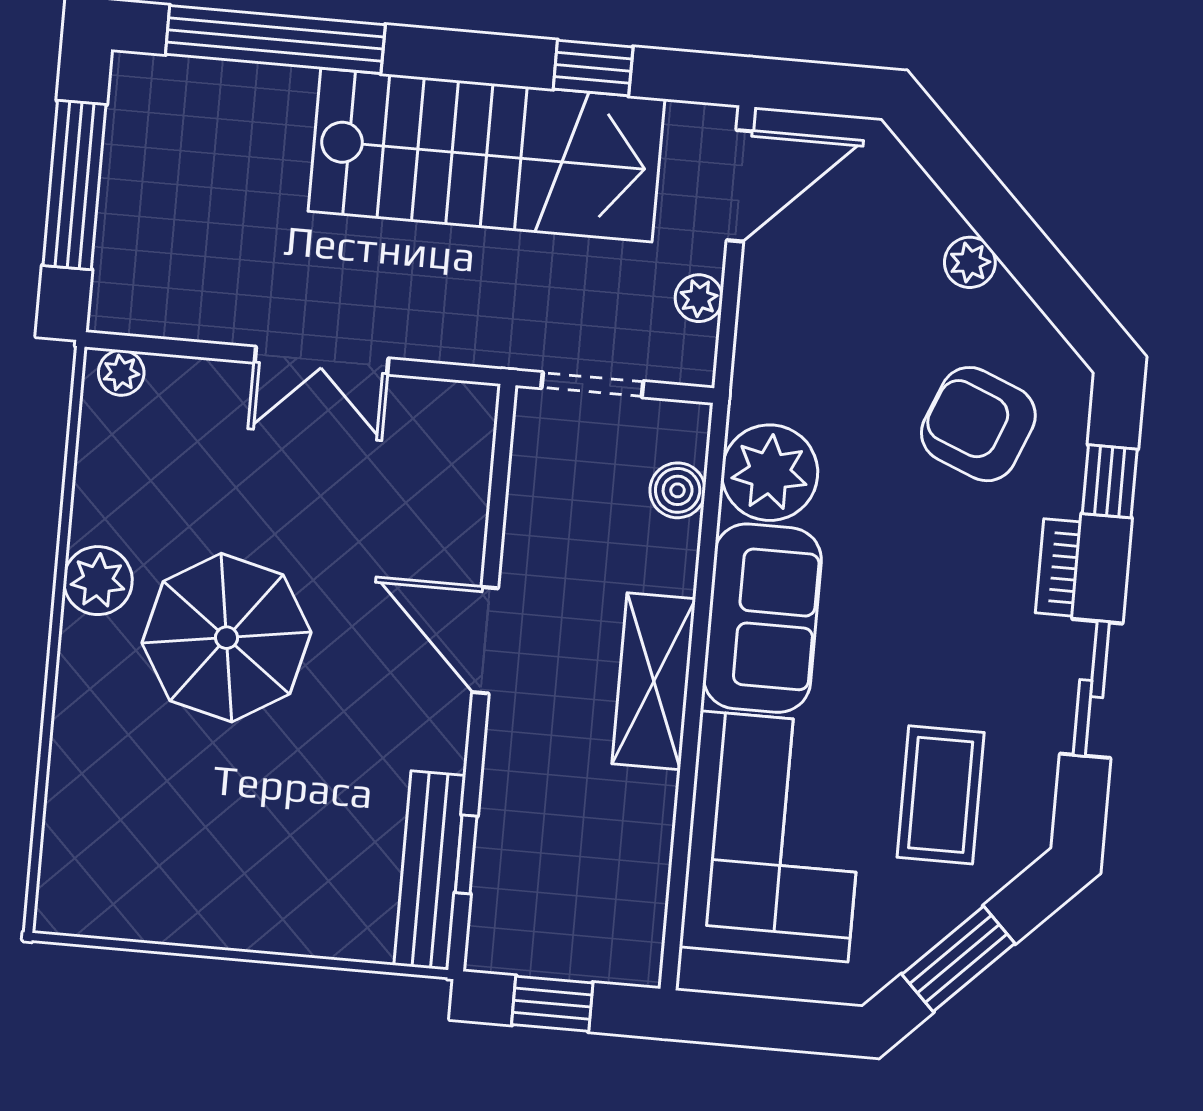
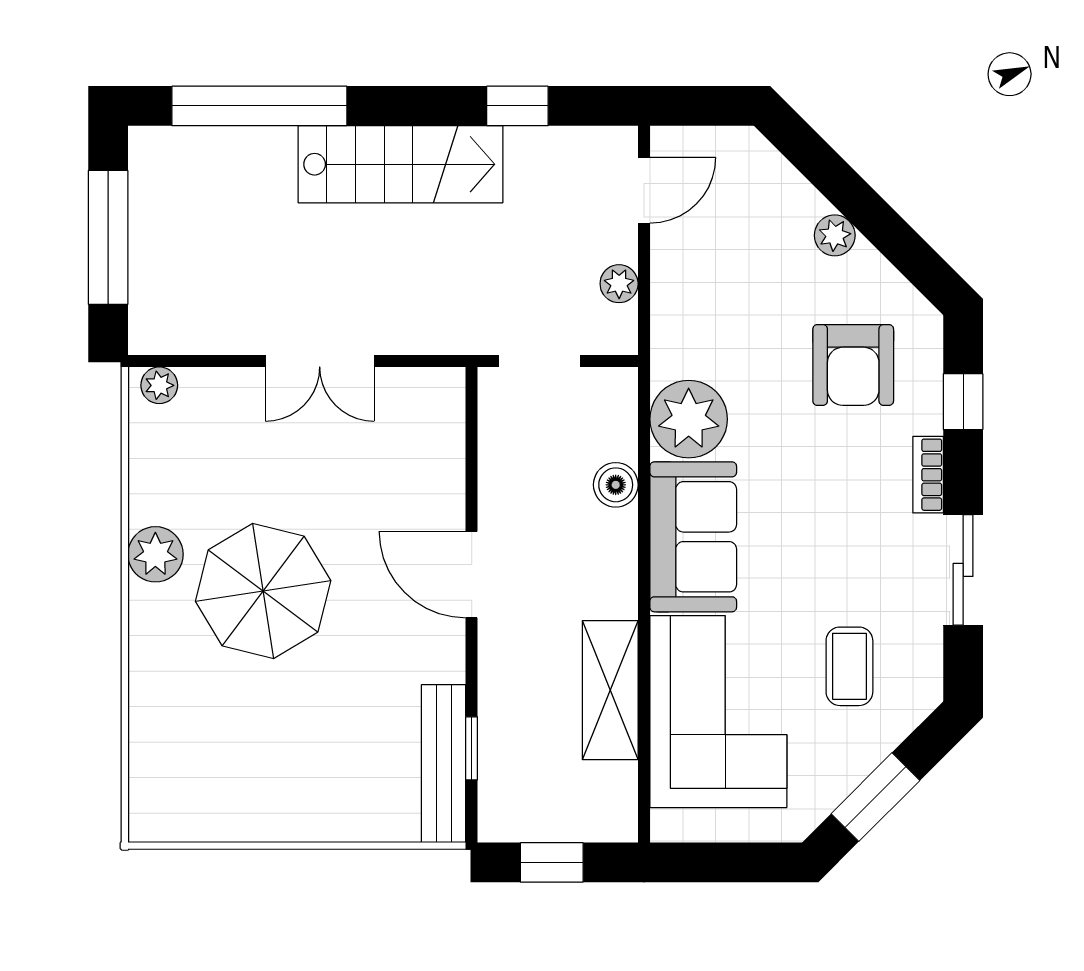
stairs: (486, 155) -> (401, 164), width x0.73, depth x0.66
door: (740, 186) -> (644, 190), width x0.73
armchair: (978, 424) -> (853, 365), turned -112
boiler: (678, 490) -> (616, 485), moved
shelving: (654, 681) -> (610, 690), moved
coffee table: (941, 795) -> (849, 666), width x0.73, depth x0.77

